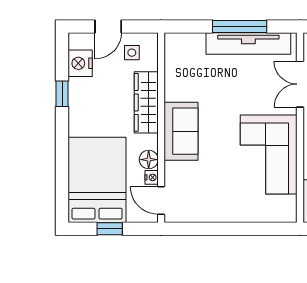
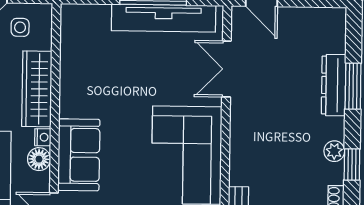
sofa: (181, 131) -> (79, 155), moved
nightstand: (152, 177) -> (43, 137), moved

